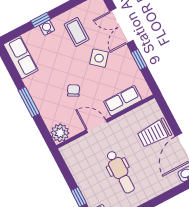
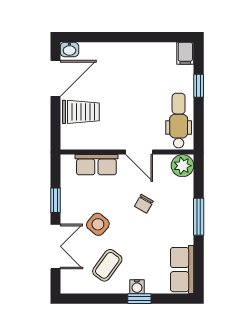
coffee table: (77, 32) -> (107, 265), turned 36
dental chair: (120, 172) -> (179, 121), moved

